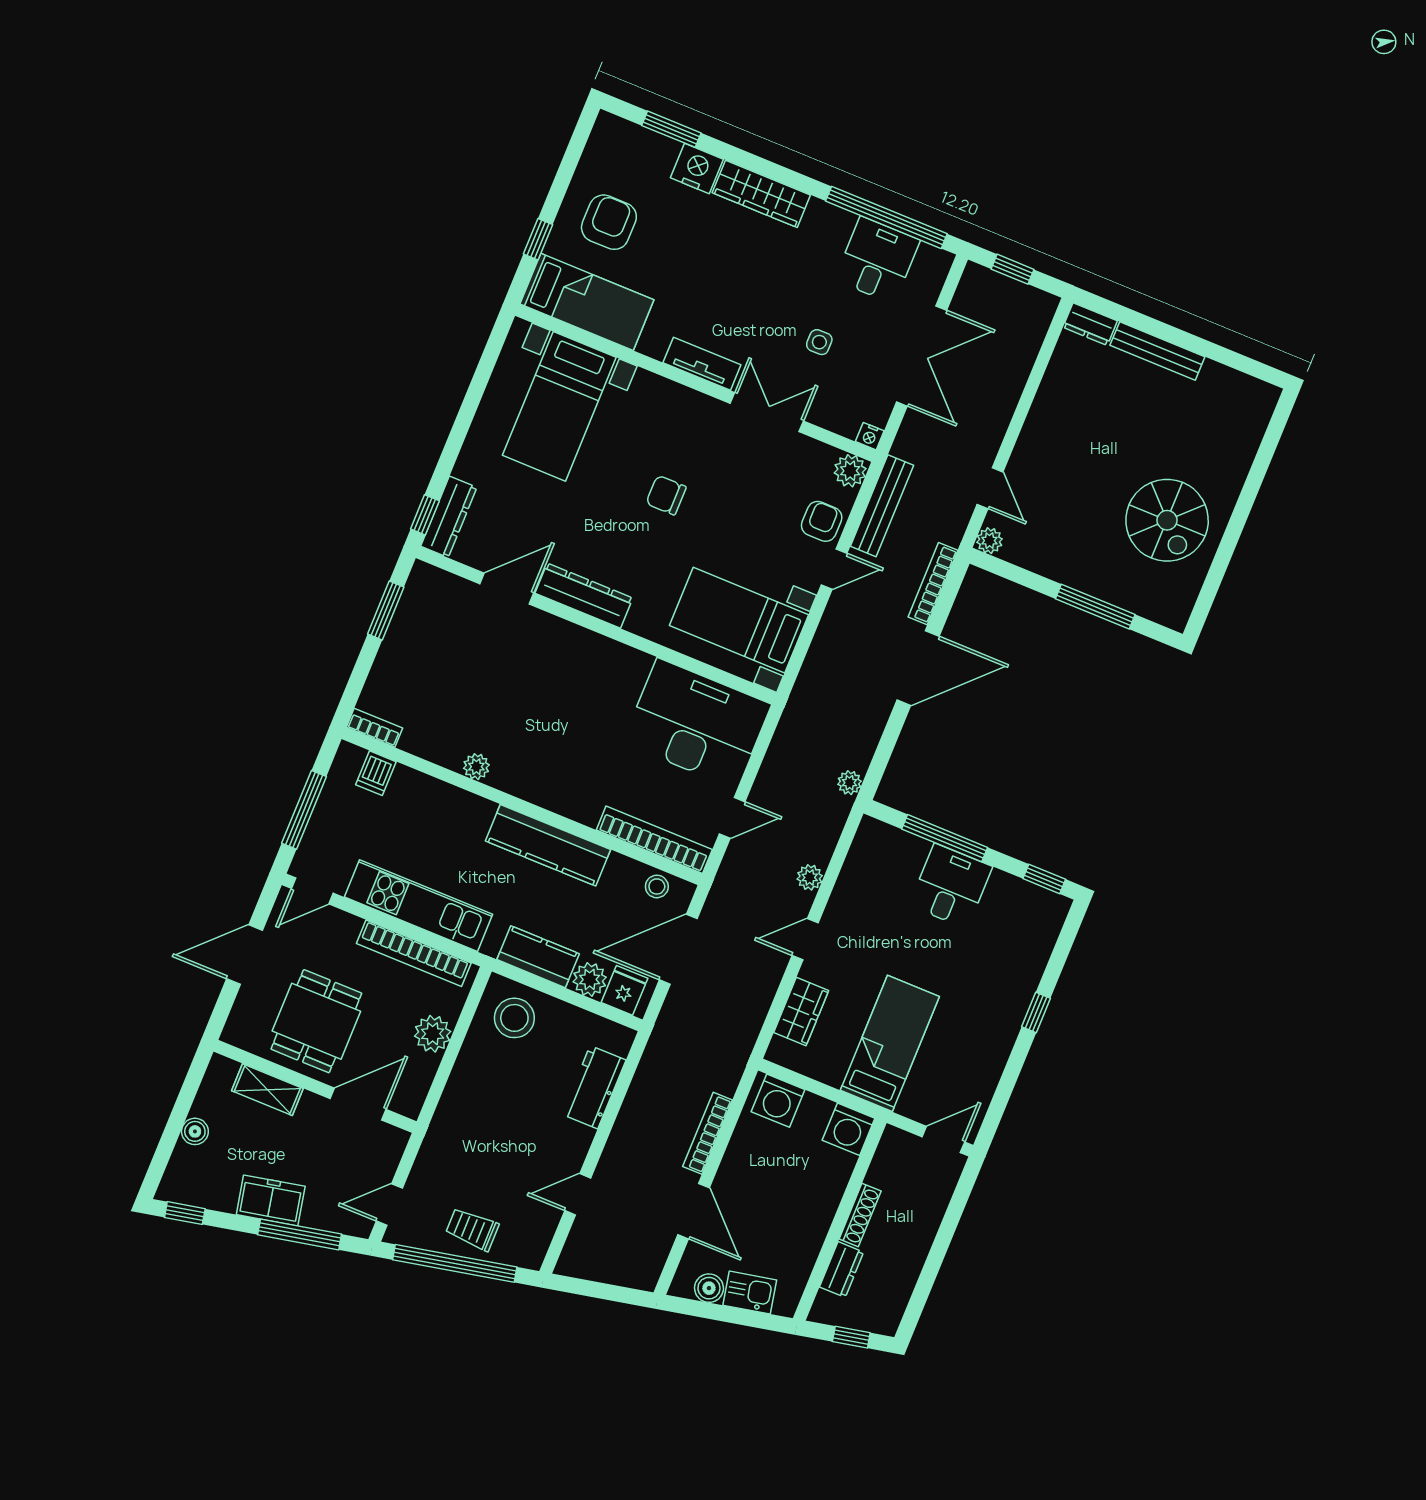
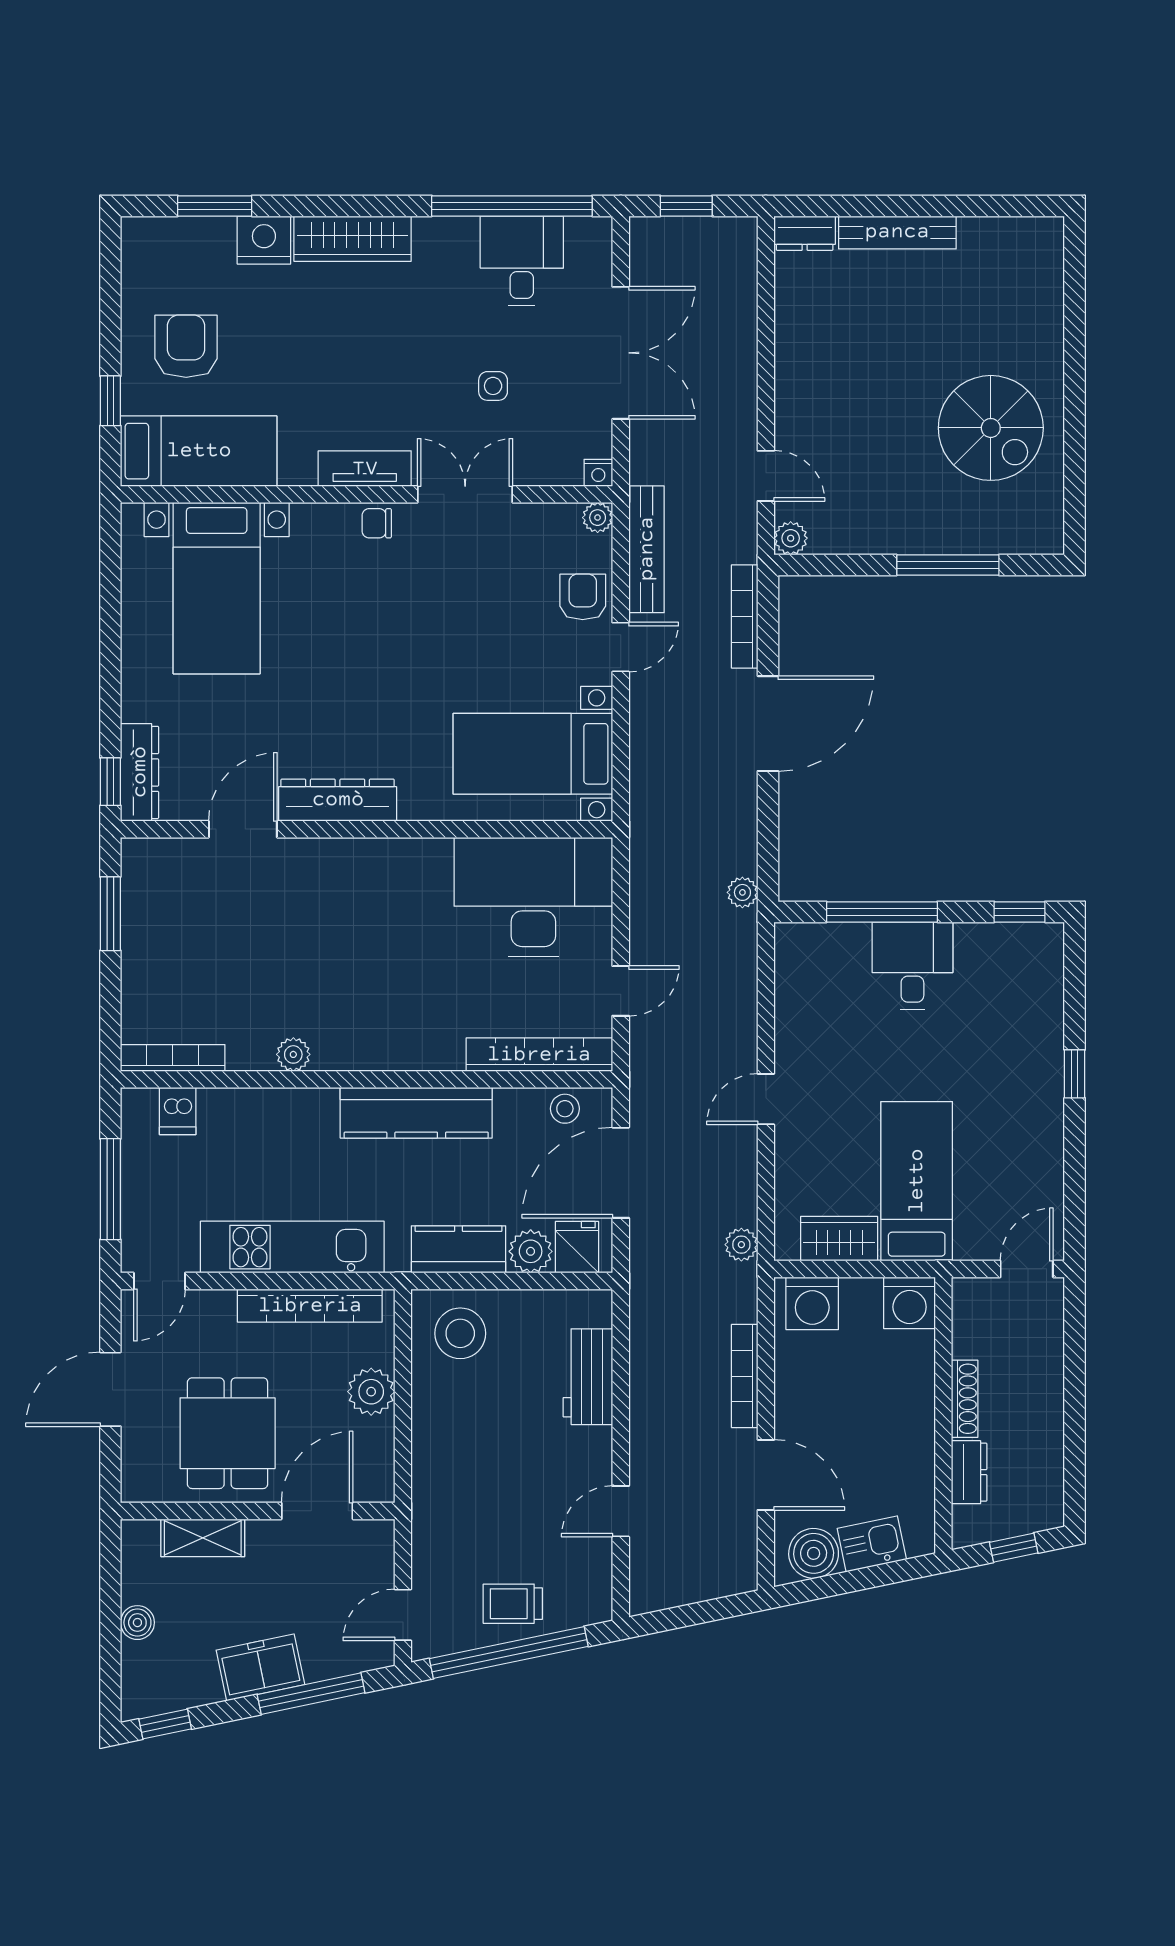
plant: (850, 471) -> (598, 518), width x0.73, depth x0.73
chair: (666, 495) -> (377, 523), moved, width x0.73, depth x0.73
bookcase: (374, 728) -> (173, 1058), width x1.56
plant: (810, 877) -> (741, 1245), moved
wardrobe: (801, 1012) -> (839, 1239), moved, turned -90
boiler: (709, 1288) -> (814, 1553), width x1.36, depth x1.36

